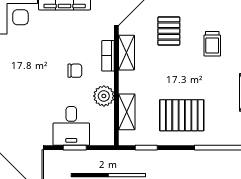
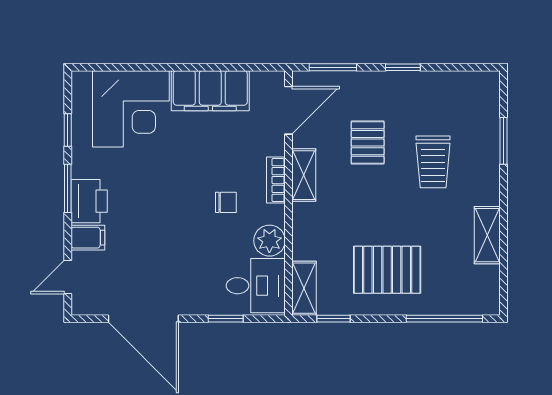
trolley: (212, 44) -> (433, 162), width x1.36, depth x1.39
shelving: (127, 112) -> (304, 288), moved
desk: (71, 126) -> (256, 286), moved, turned -90

